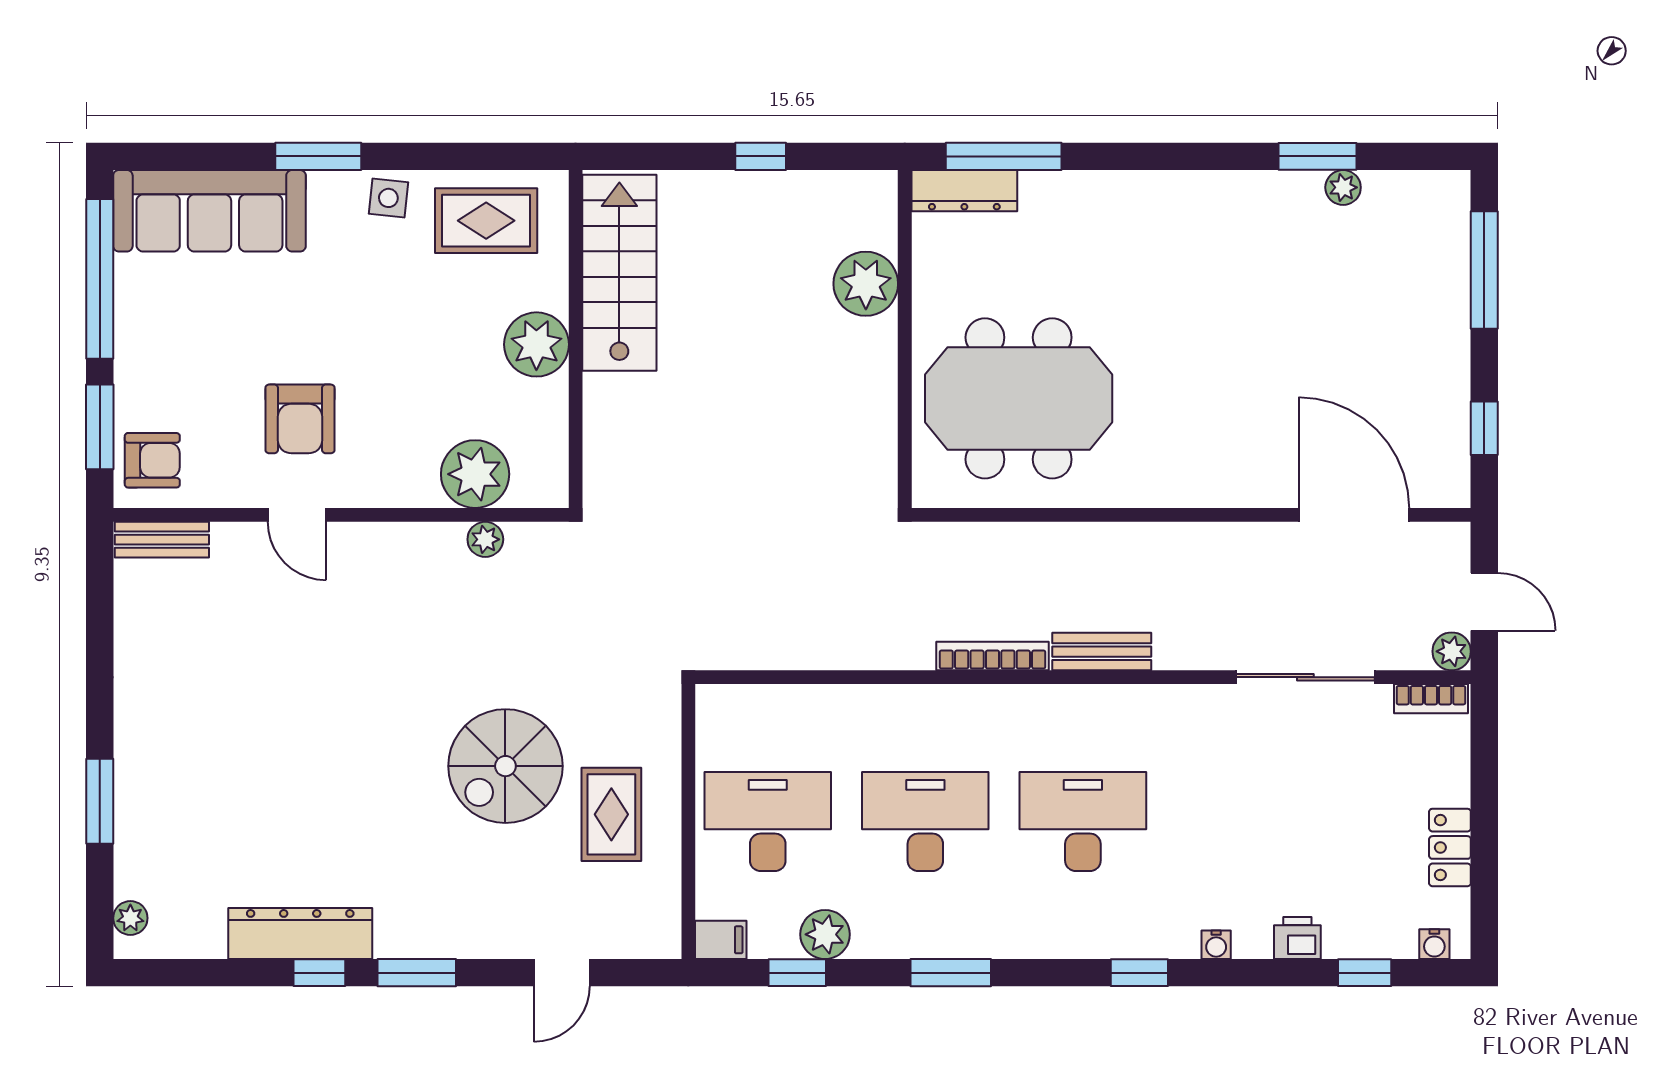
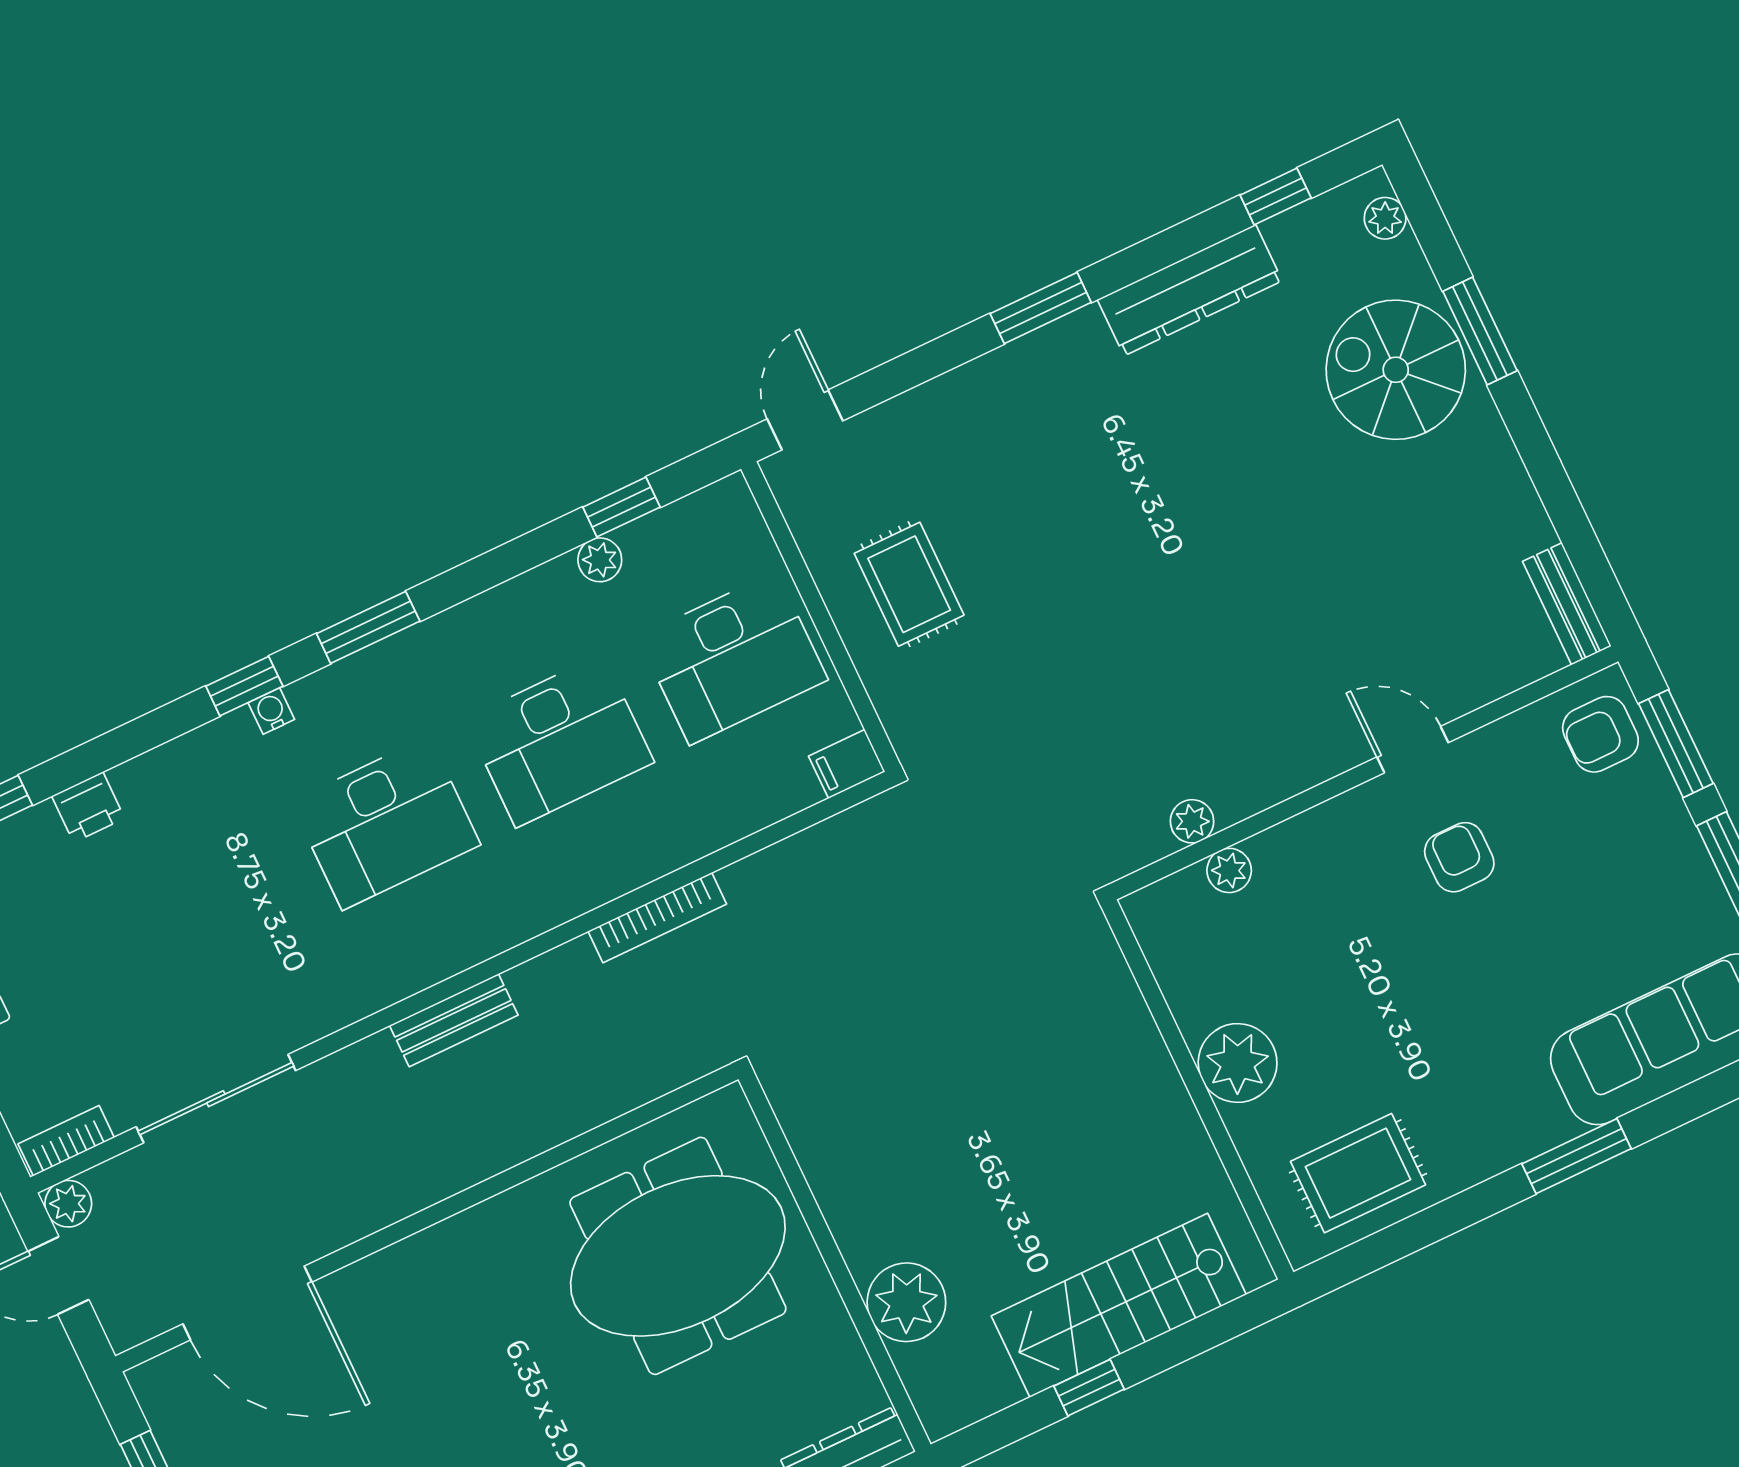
side table: (388, 198) -> (1477, 1147), removed
stairs: (619, 273) -> (1119, 1305), moved, turned 90
armchair: (300, 419) -> (1459, 857), width x0.72, depth x0.72
plant: (475, 474) -> (1229, 870), width x0.53, depth x0.53
bench: (162, 540) -> (1567, 604), moved, turned 90
bookcase: (992, 656) -> (657, 918), moved
spiral stairs: (505, 766) -> (1396, 370), moved, turned -90
plant: (825, 934) -> (600, 560), width x0.73, depth x0.73
filing cabinet: (721, 940) -> (847, 764), moved
water cooler: (1216, 945) -> (271, 711), moved
window: (319, 973) -> (1276, 196), moved
door: (562, 973) -> (805, 420), moved
window: (951, 973) -> (368, 627), moved

